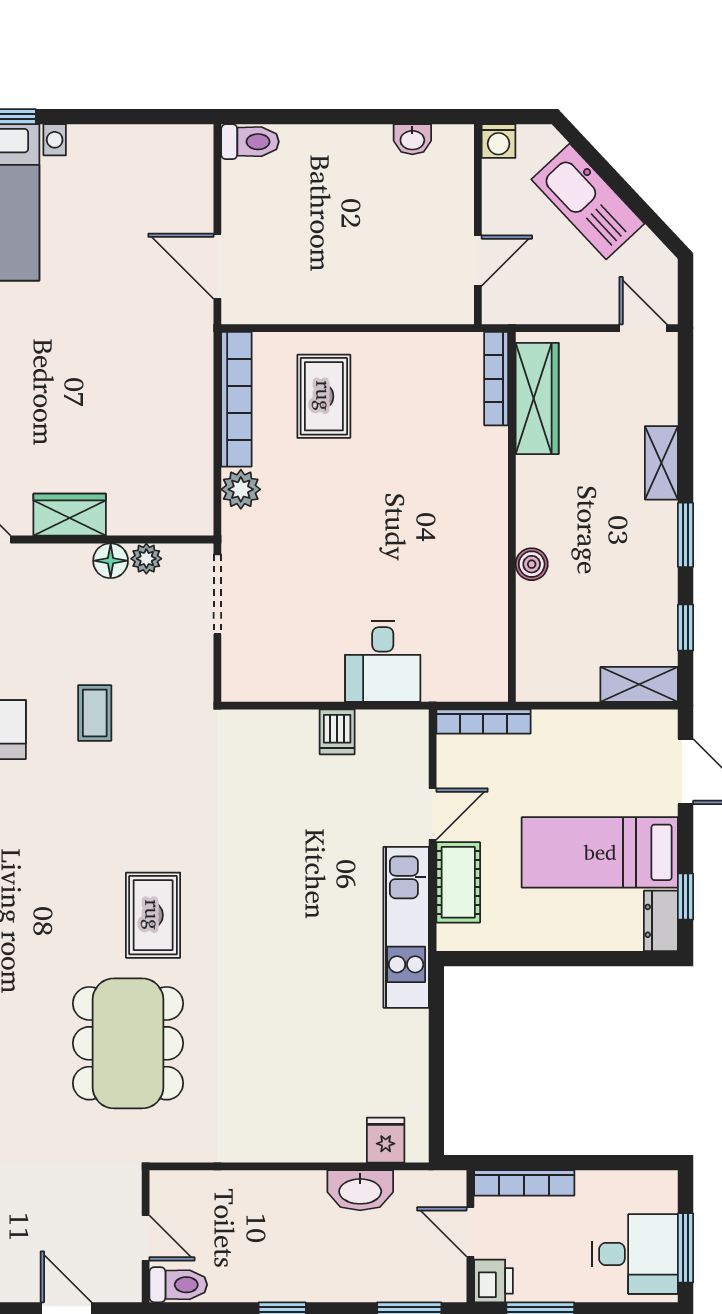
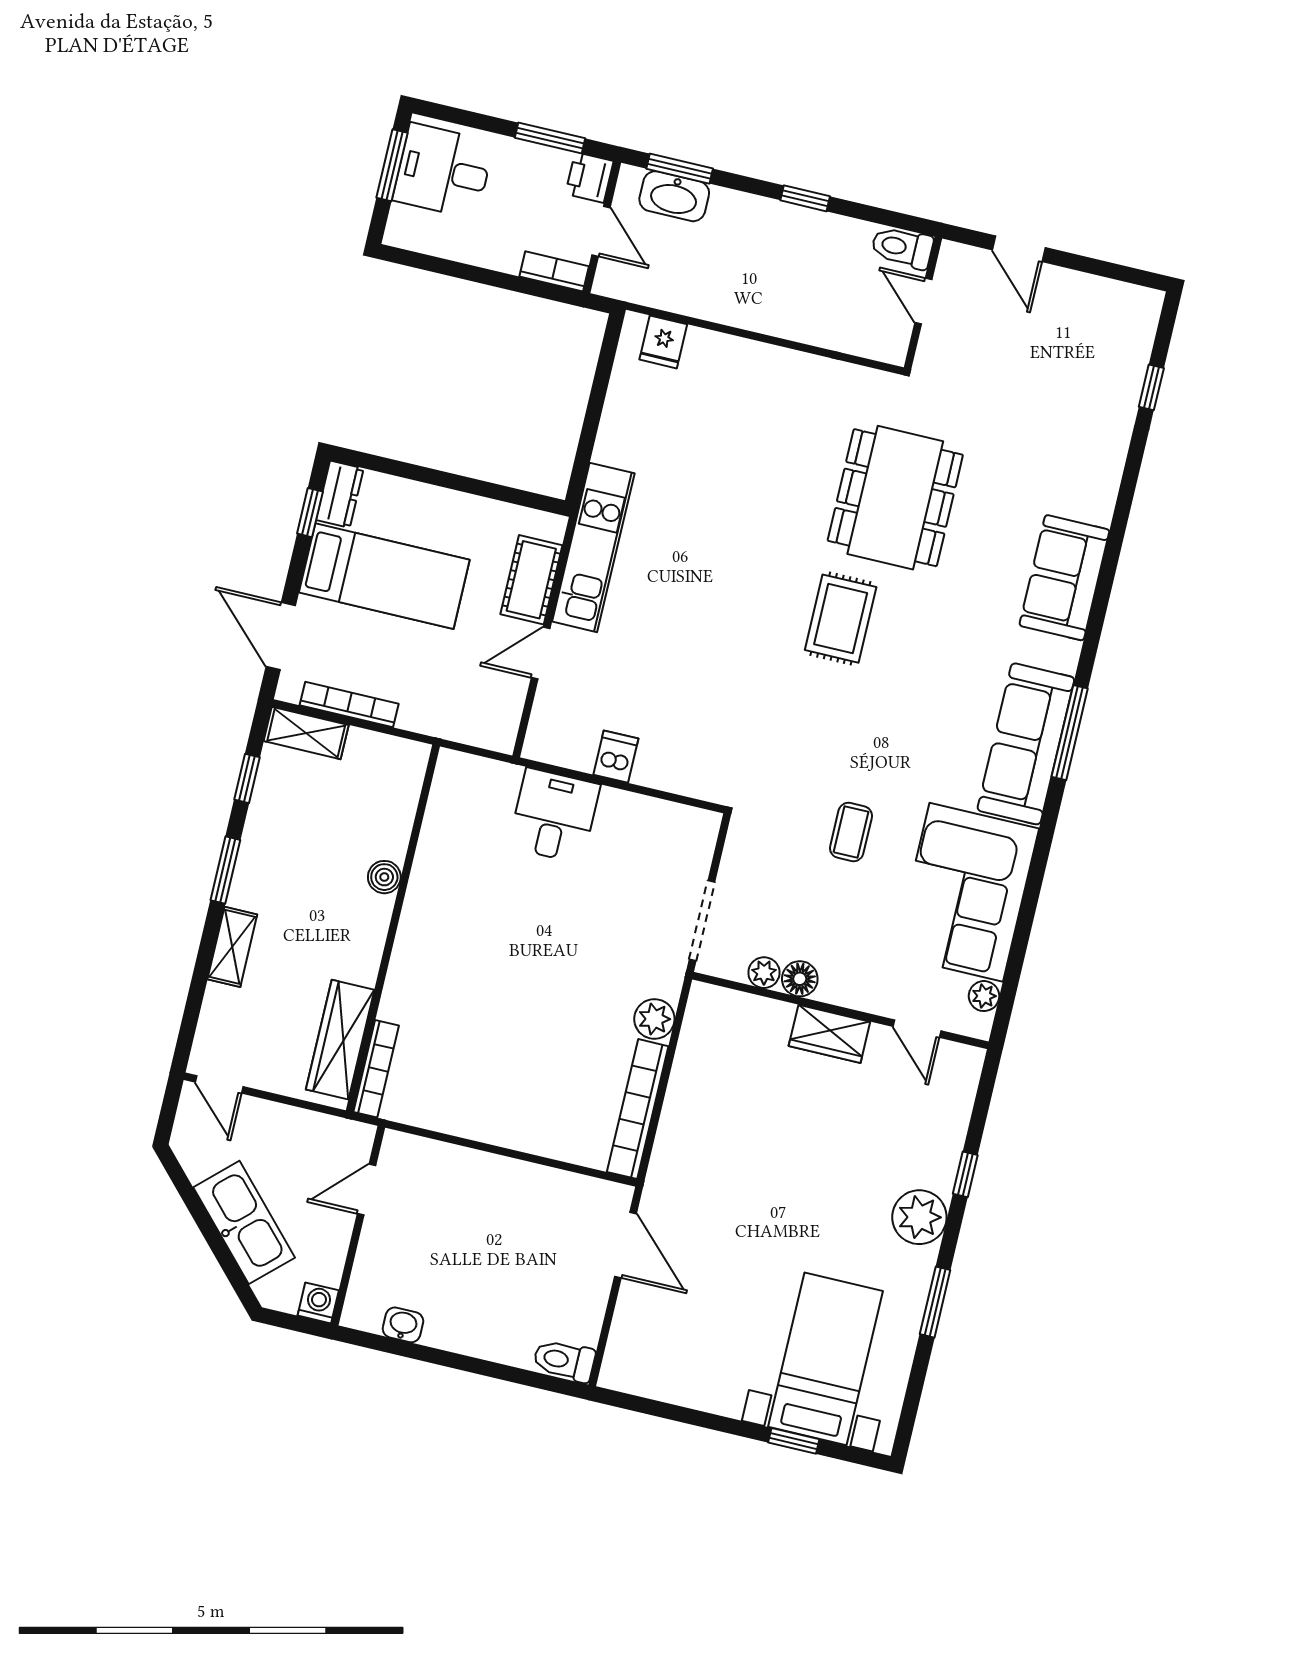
rug: (324, 396) -> (551, 1092), removed
bookcase: (483, 722) -> (349, 704), moved
bookcase: (524, 1183) -> (554, 271), width x0.64
washbasin: (360, 1190) -> (674, 196), moved, turned 180

